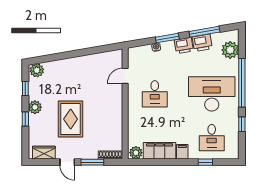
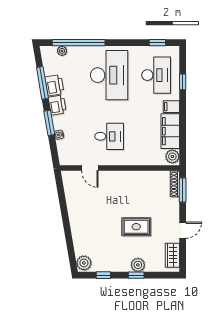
plant: (230, 50) -> (62, 51), width x0.53, depth x0.53
window: (242, 83) -> (79, 43), moved
desk: (212, 94) -> (109, 75), turned 180
plant: (35, 107) -> (138, 265), moved
rug: (71, 119) -> (136, 227), width x0.73, depth x0.70
window: (242, 124) -> (157, 43), moved
desk: (212, 138) -> (156, 75), width x1.37
window: (92, 162) -> (183, 190), moved

